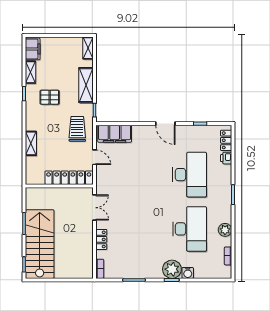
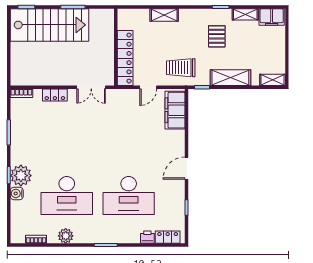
trolley: (77, 129) -> (181, 68), turned 180

